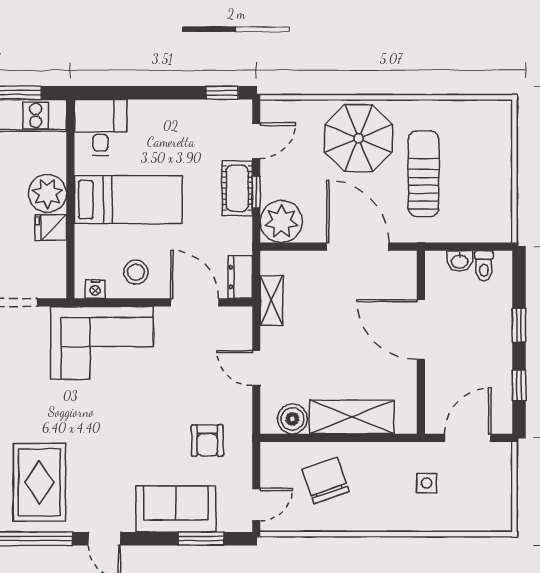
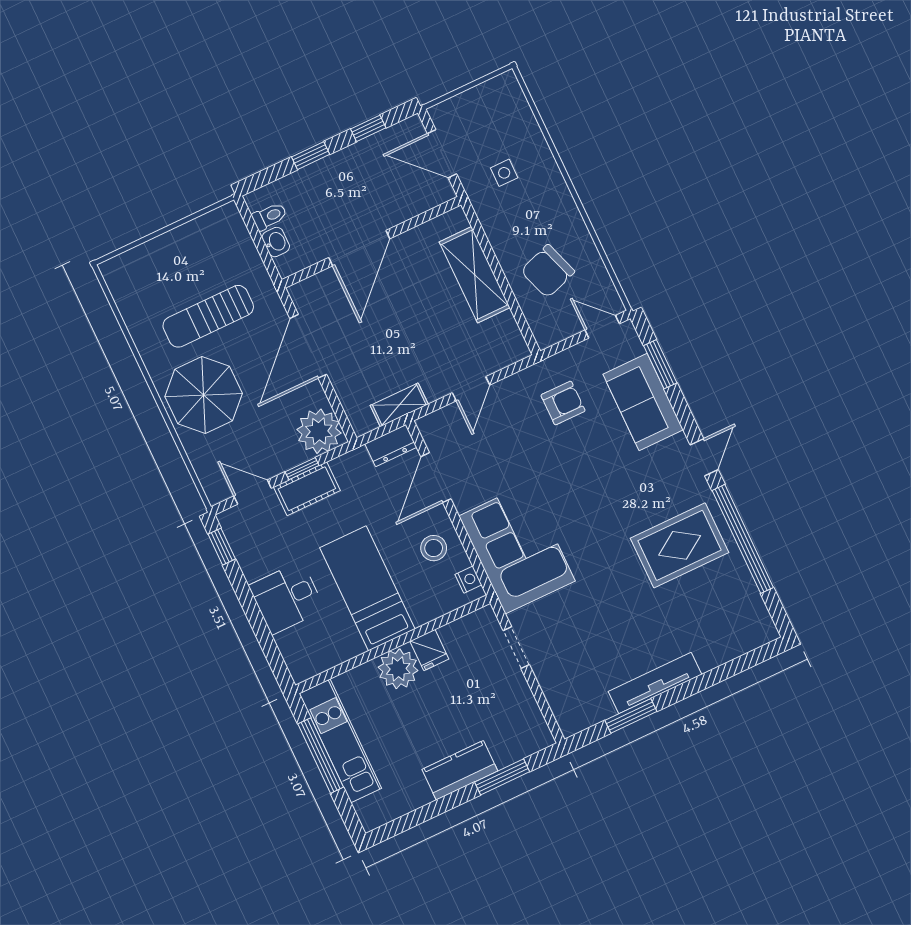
desk: (100, 127) -> (287, 598), moved
boiler: (292, 419) -> (504, 331), removed

